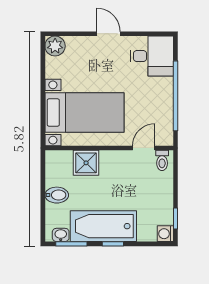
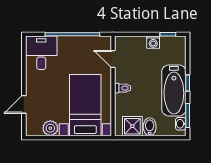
door: (108, 34) -> (24, 104), moved
plant: (55, 46) -> (50, 128), moved
toilet: (162, 160) -> (123, 88), moved
shower: (86, 163) -> (132, 126), moved
washing machine: (165, 234) -> (153, 42), moved

